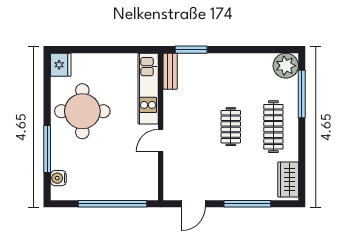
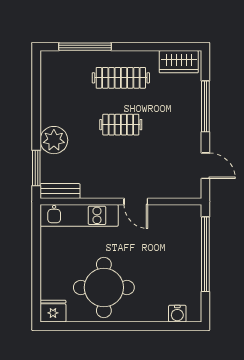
plant: (286, 66) -> (54, 140), moved
window: (47, 149) -> (145, 326), removed

